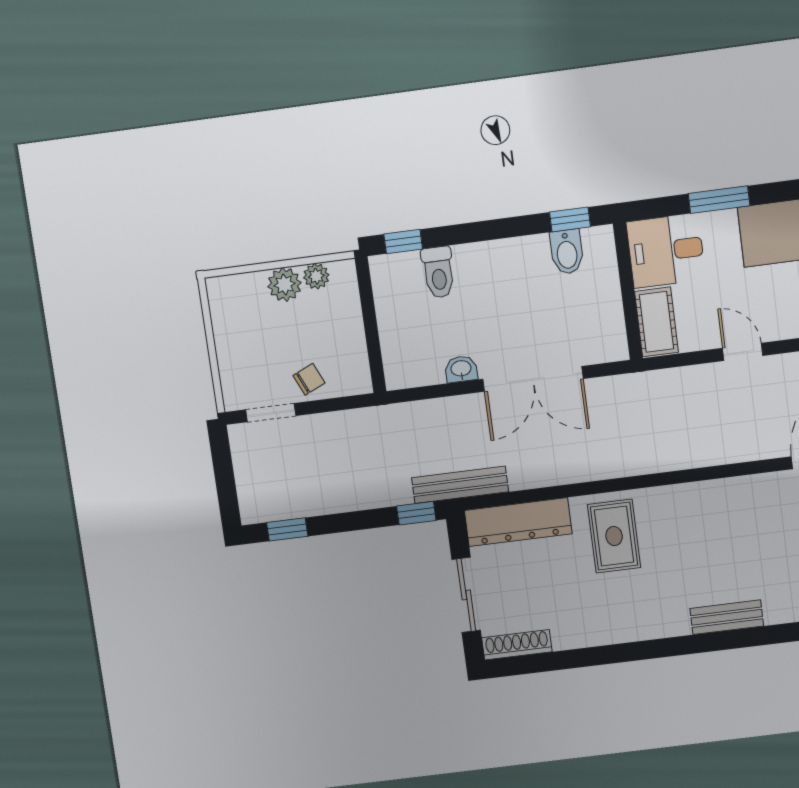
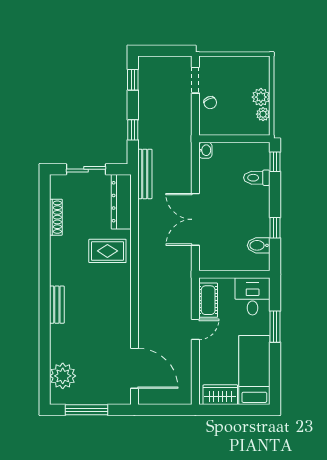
window: (570, 219) -> (275, 228), moved
cot: (656, 322) -> (208, 300), moved, turned 90
washbasin: (461, 369) -> (205, 150), moved
window: (416, 513) -> (133, 130), moved
shoe rack: (517, 645) -> (56, 217), moved

